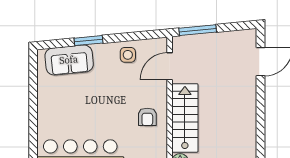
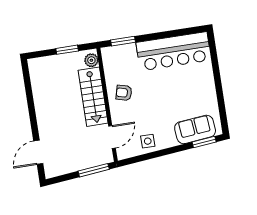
window: (89, 41) -> (204, 142), moved
armchair: (147, 117) -> (124, 93), turned -75

